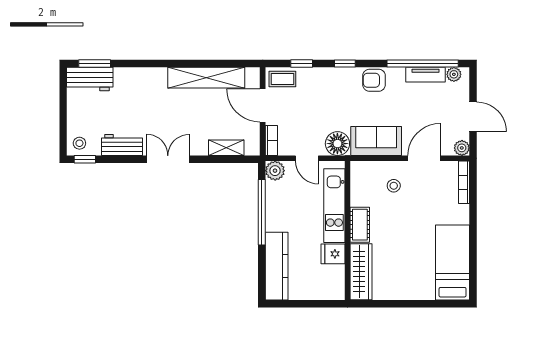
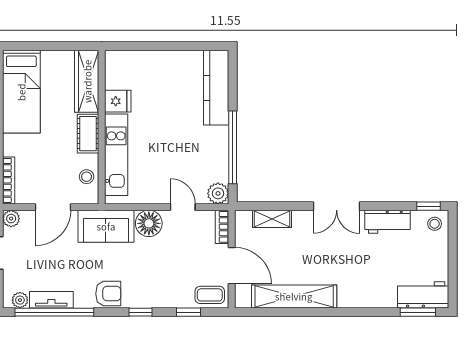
kitchen unit: (334, 206) -> (116, 155), moved
cot: (360, 225) -> (88, 134), moved
wall: (348, 231) -> (102, 127), moved
fridge: (333, 254) -> (118, 101), moved
wardrobe: (361, 272) -> (87, 81), moved

